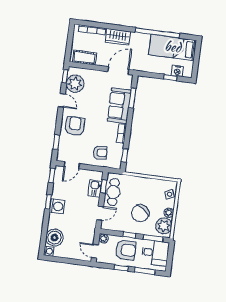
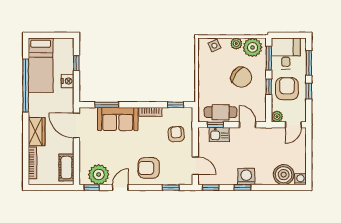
nightstand: (177, 71) -> (68, 81), moved

